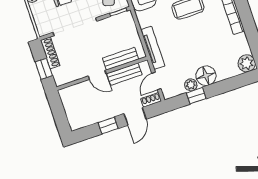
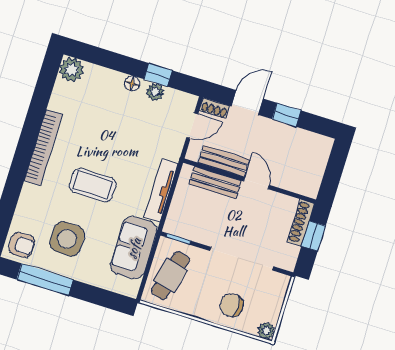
tv unit: (153, 48) -> (161, 191), moved
shoe rack: (50, 53) -> (301, 223), moved
floor lamp: (206, 76) -> (132, 83), width x0.53, depth x0.53

